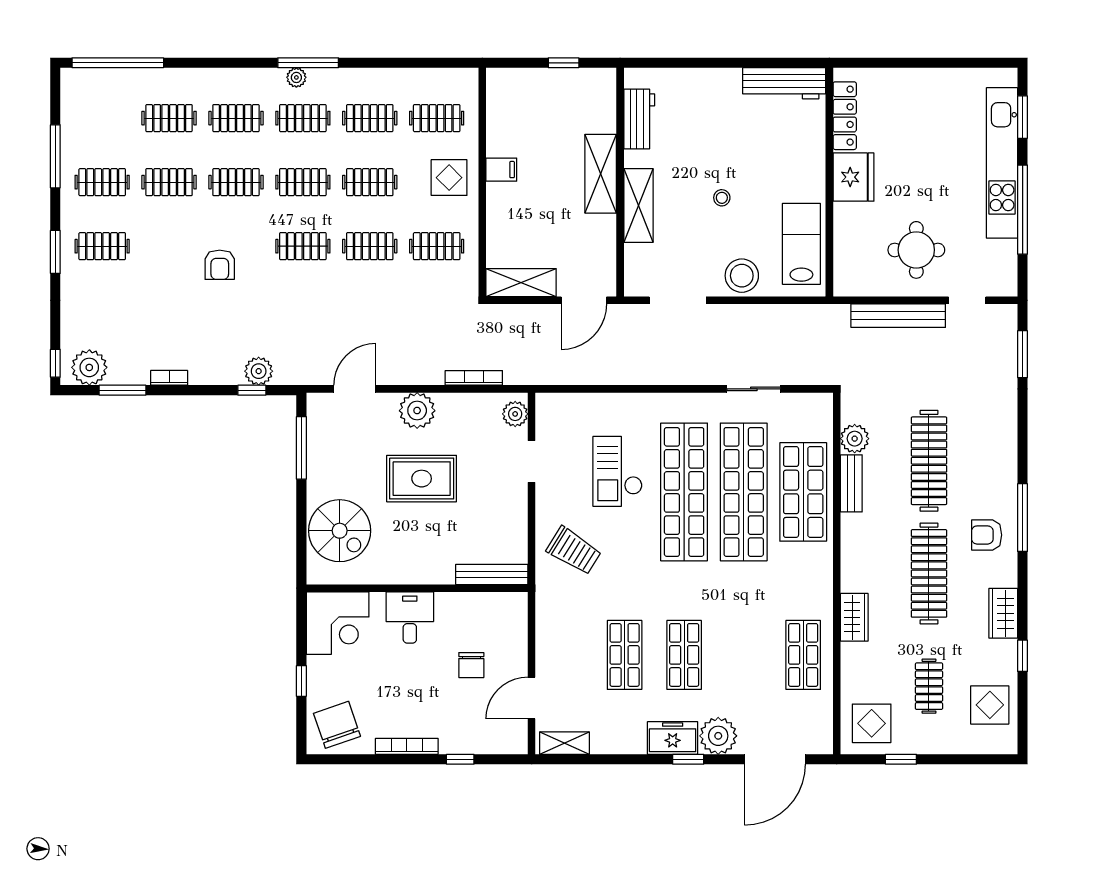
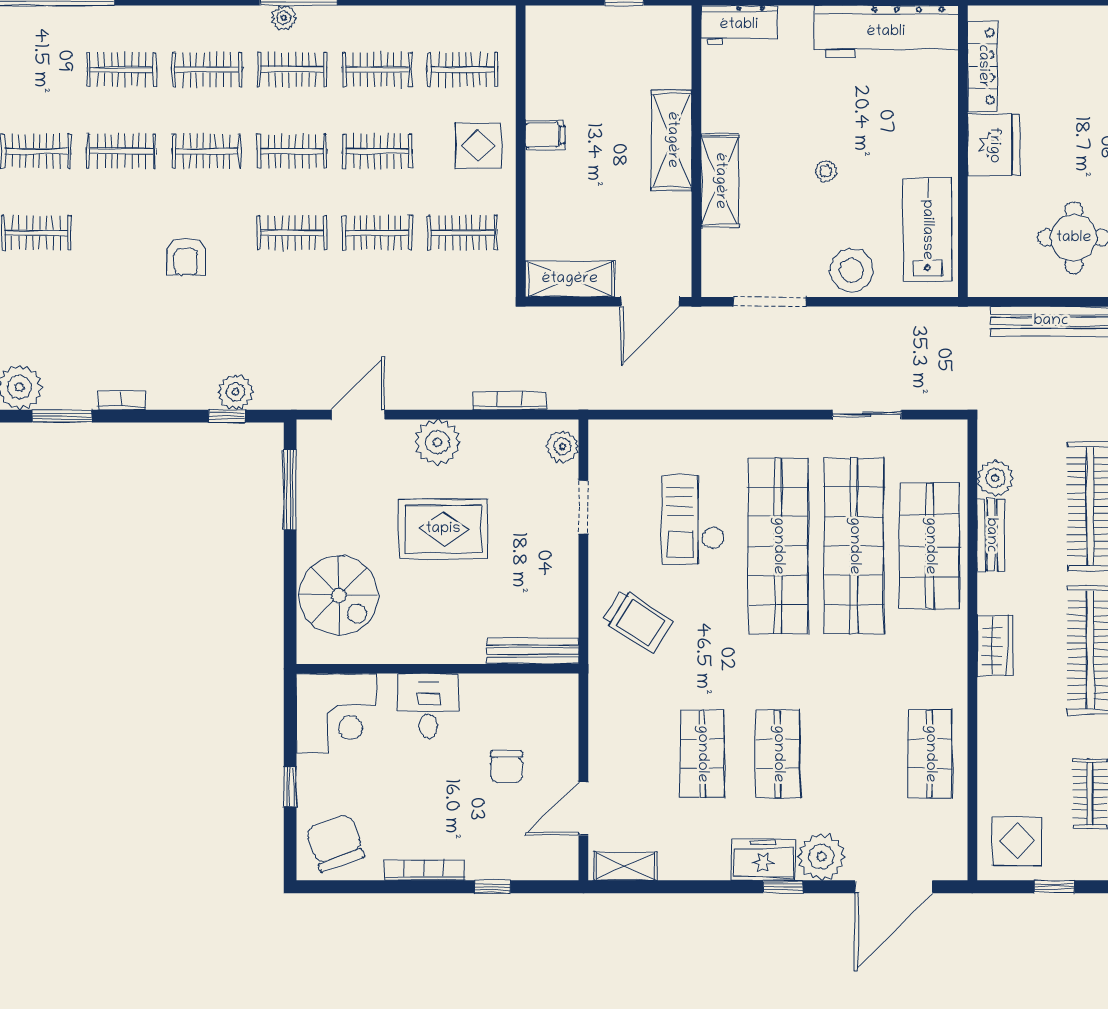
workbench: (784, 83) -> (886, 32), width x1.36, depth x1.32
workbench: (639, 119) -> (739, 25), moved, turned 90
wardrobe: (854, 617) -> (995, 646), moved

